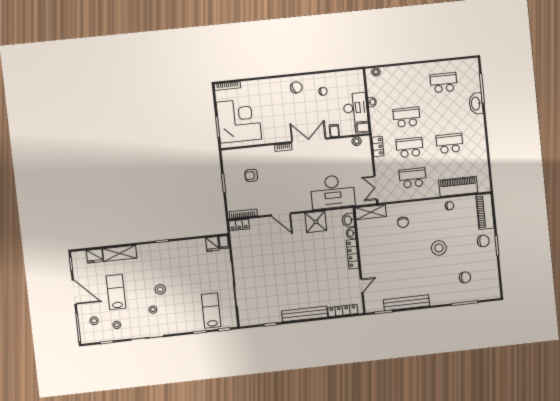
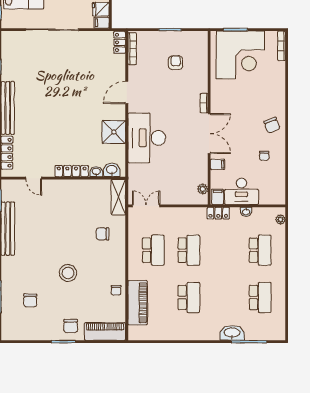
school desk: (407, 117) -> (260, 250), moved
locker: (378, 146) -> (218, 213), moved
desk: (333, 192) -> (147, 138), moved

